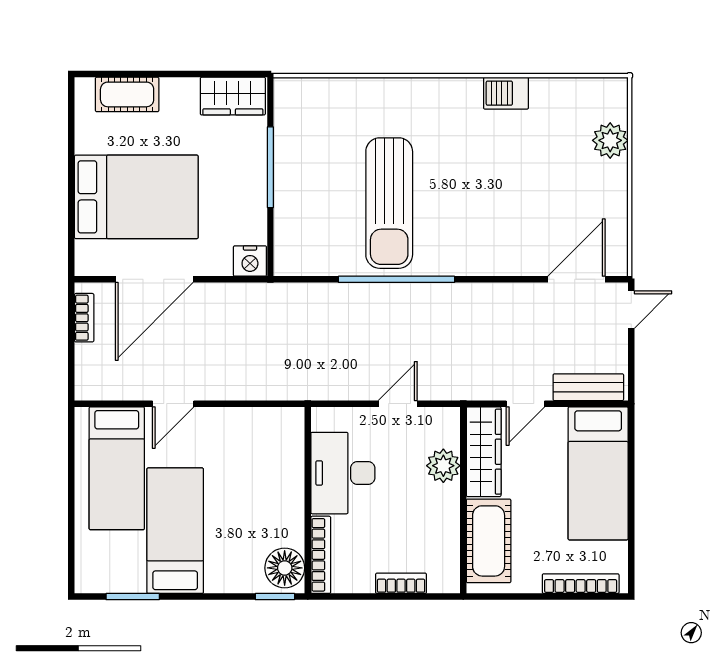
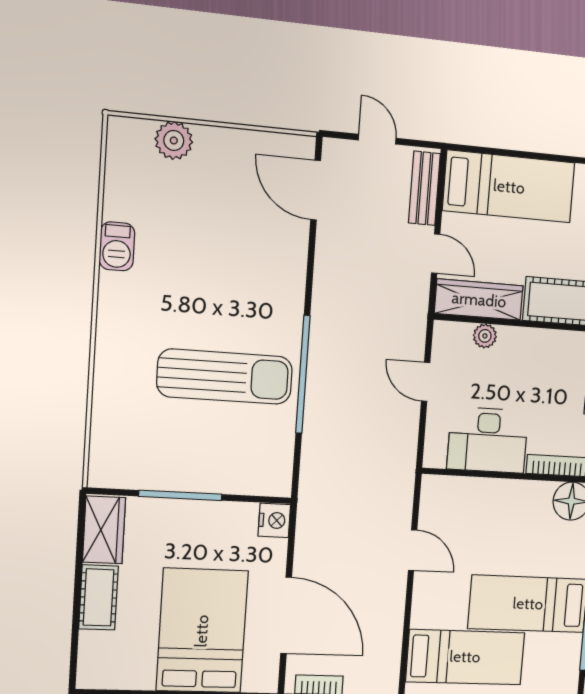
cot: (127, 94) -> (98, 597), moved
door: (631, 310) -> (377, 139), moved
door: (173, 404) -> (413, 550), moved
plant: (443, 466) -> (485, 336), width x0.73, depth x0.73

